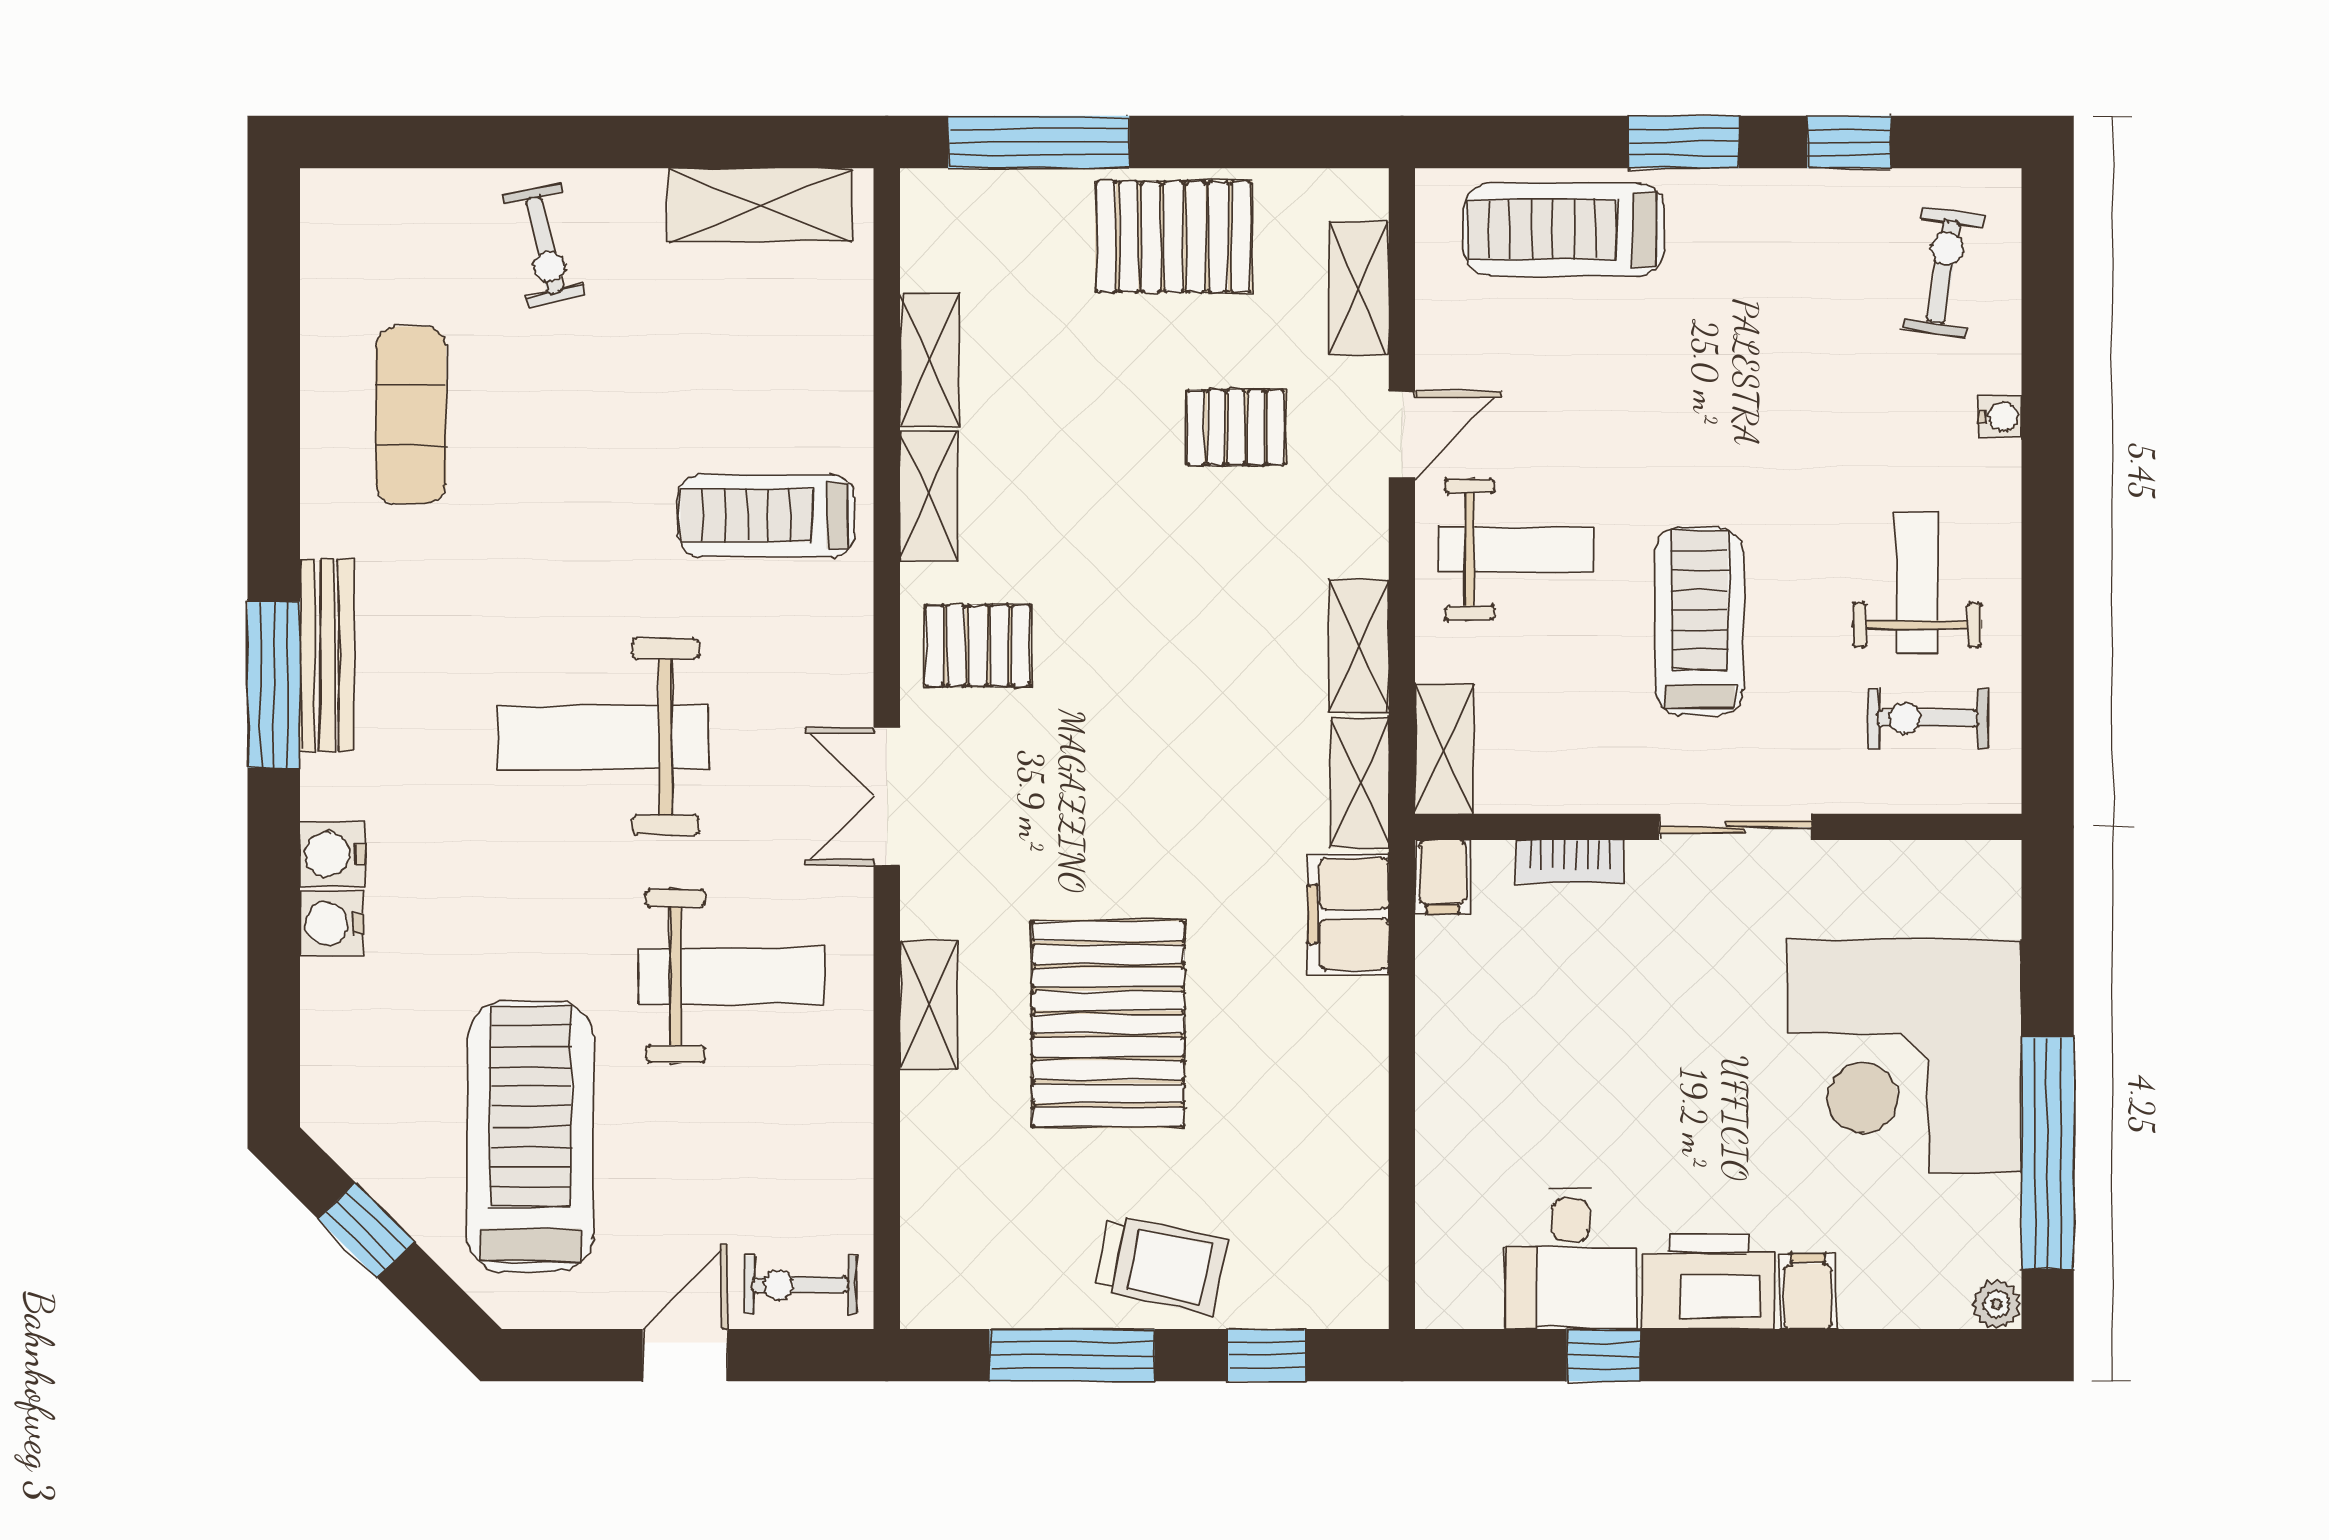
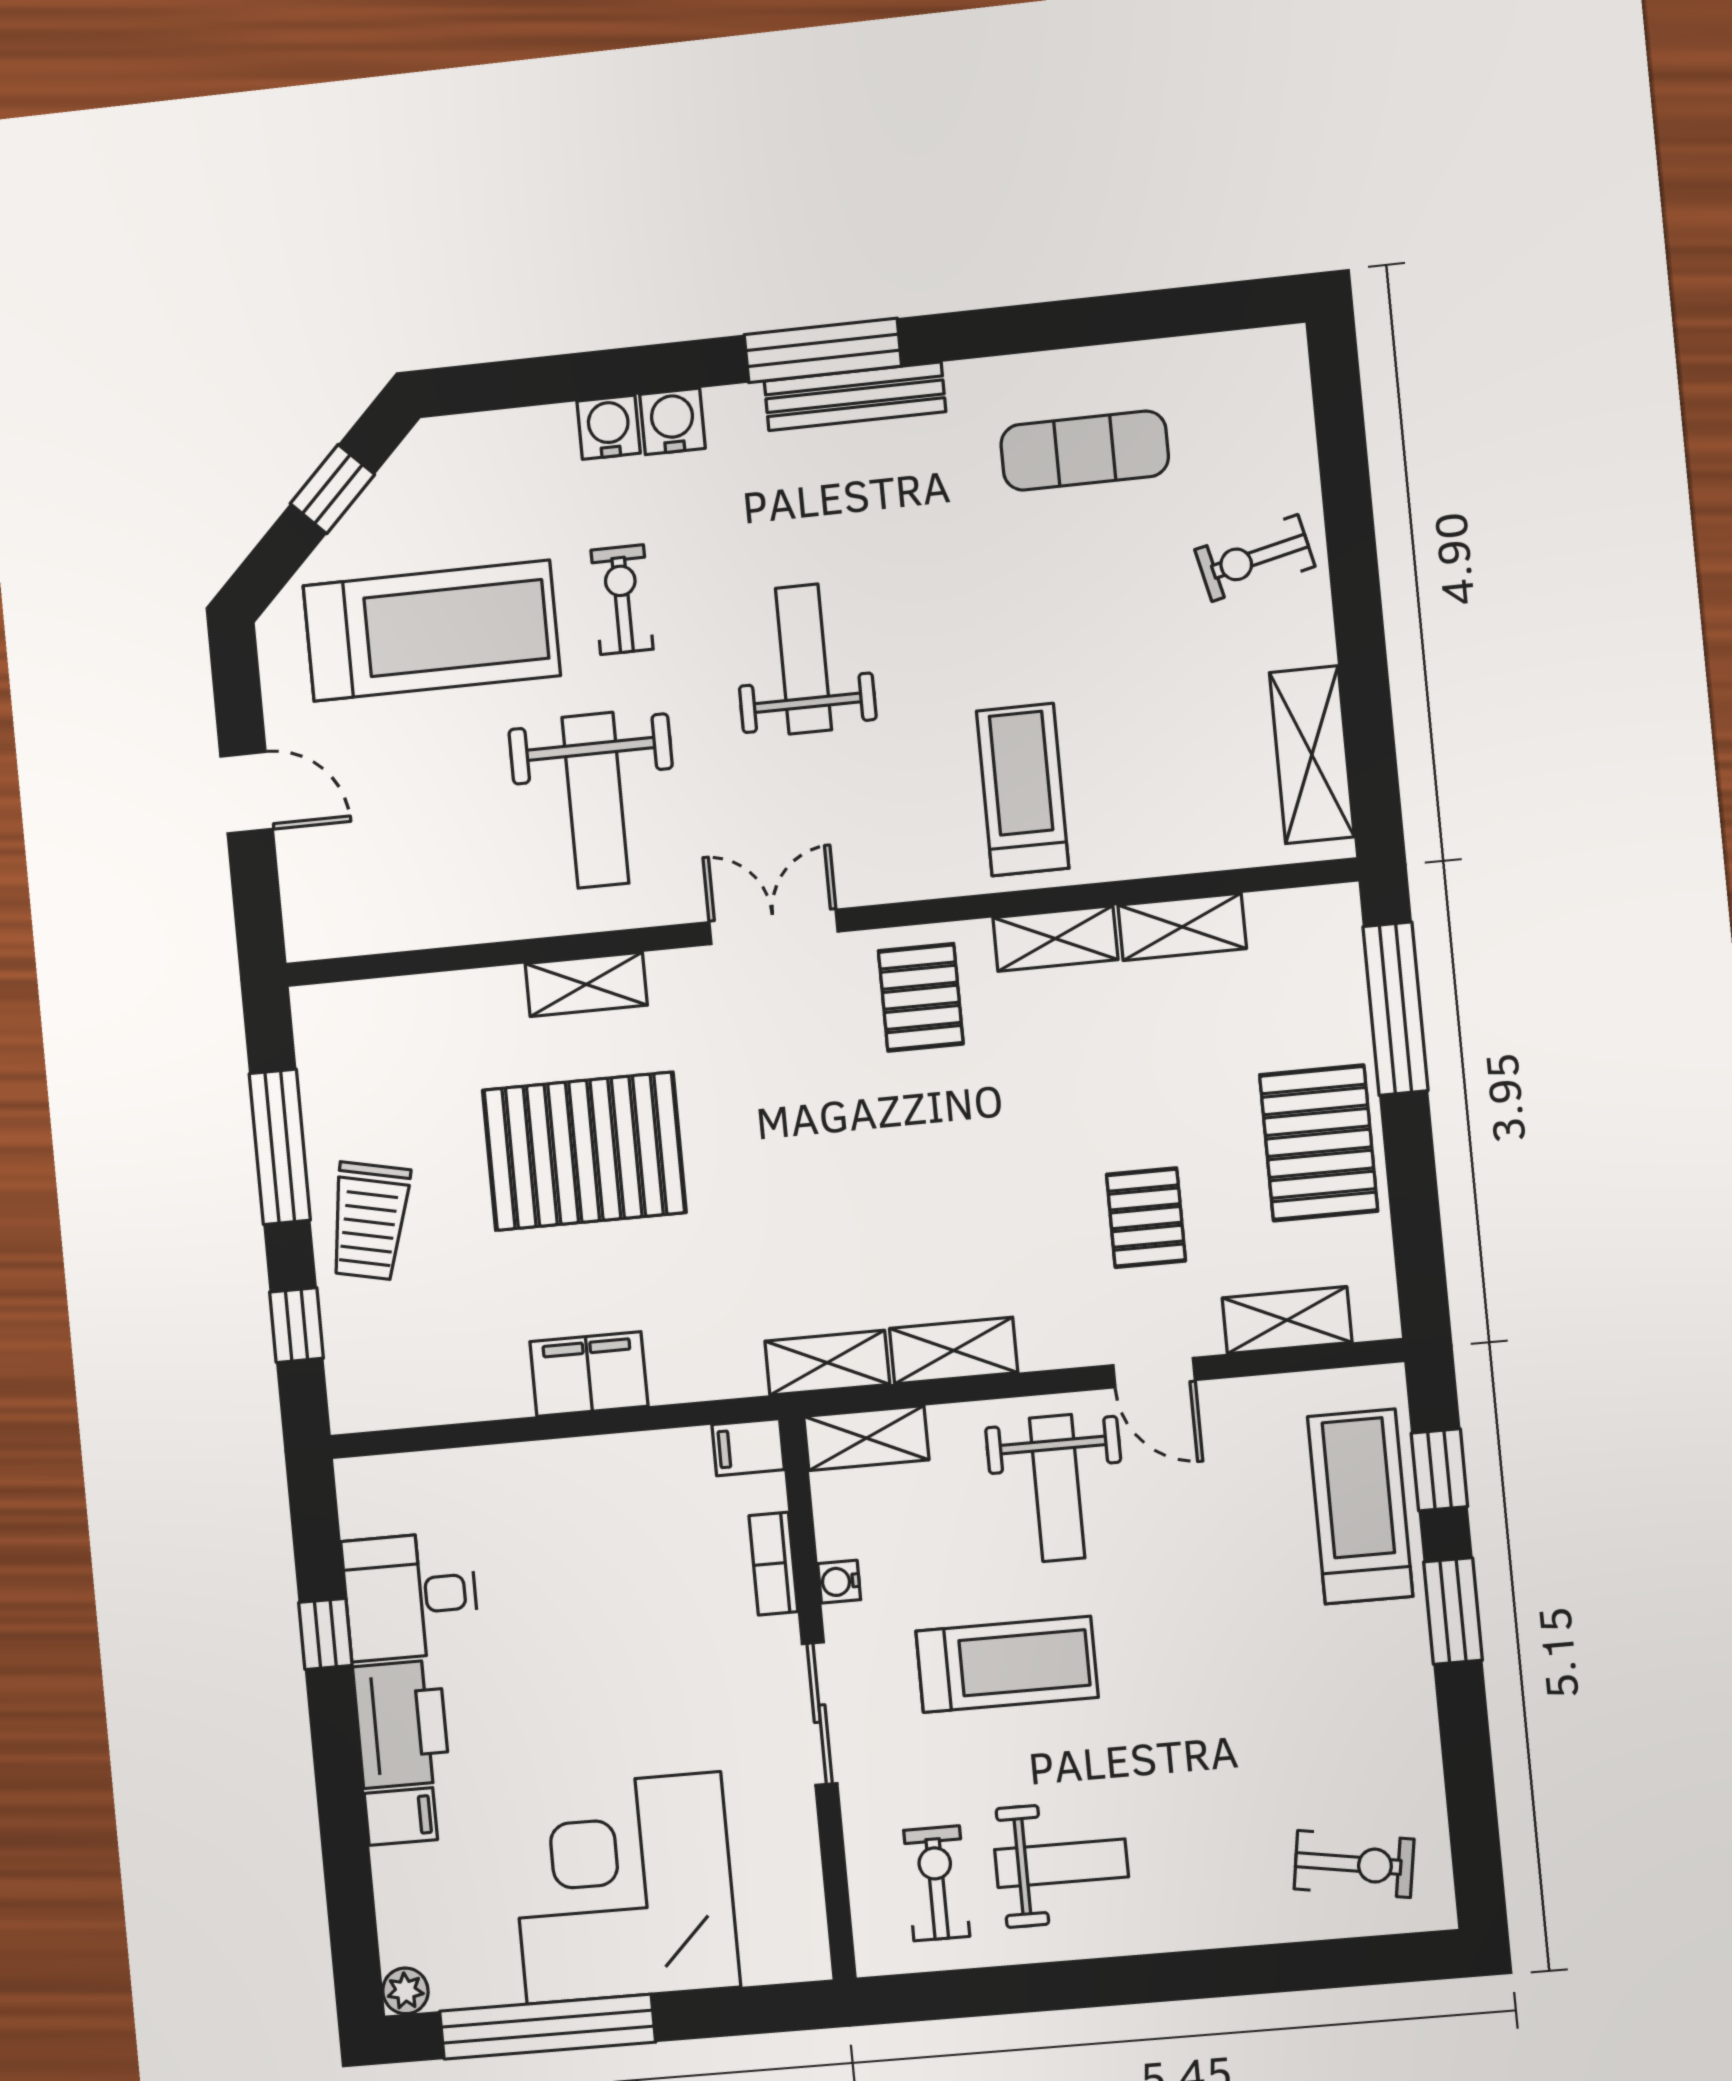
window: (1849, 142) -> (1439, 1470), moved
water cooler: (2000, 417) -> (839, 1582), moved, turned 90
weight bench: (602, 737) -> (804, 659), width x0.73, depth x0.75
filing cabinet: (1348, 914) -> (589, 1374), moved
exercise bike: (800, 1285) -> (622, 600), moved

